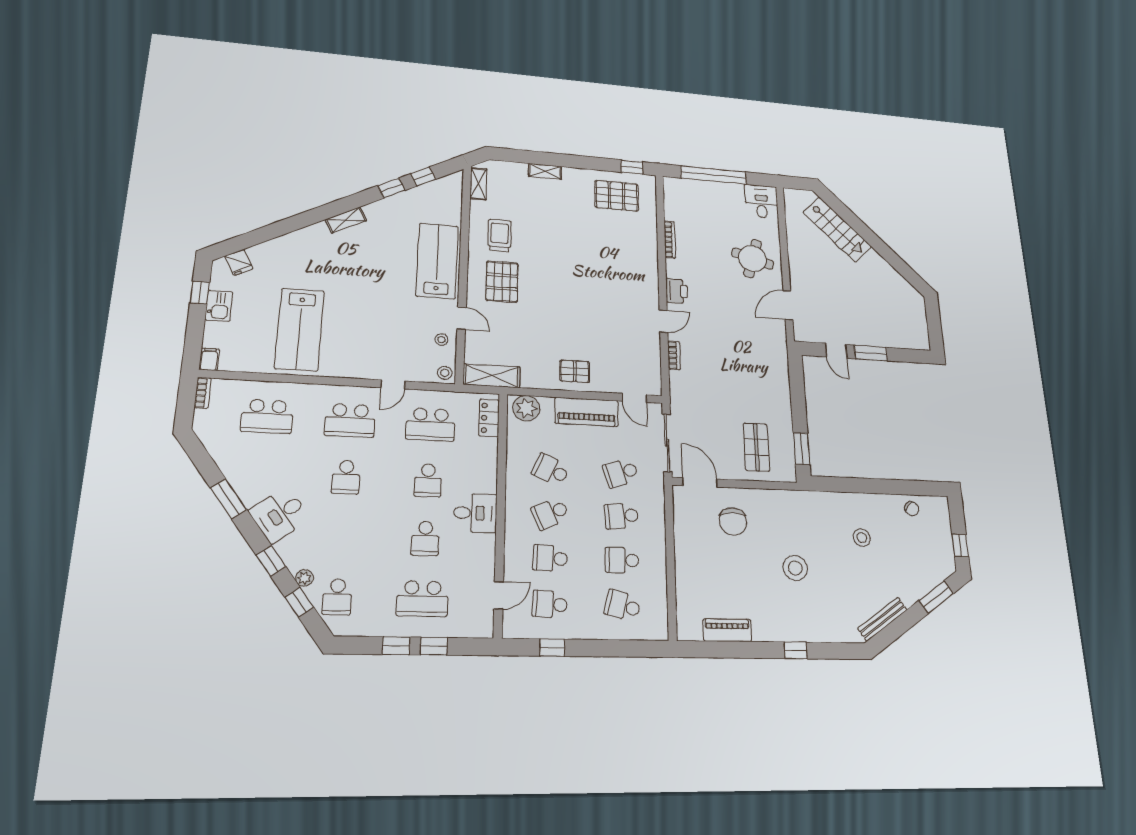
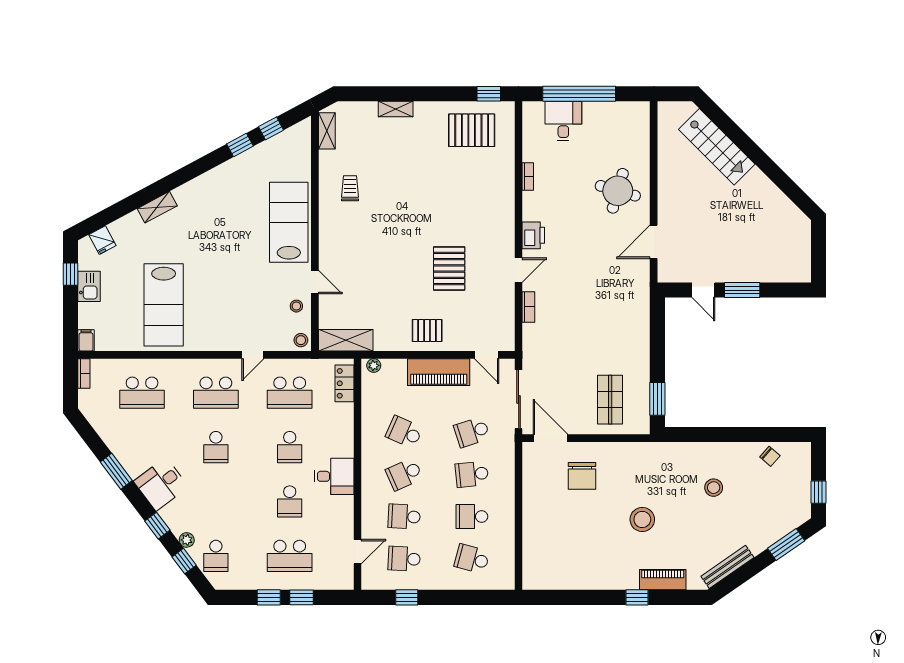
desk: (761, 201) -> (563, 121), moved
shelving: (346, 220) -> (157, 207), moved
trolley: (500, 235) -> (350, 188), width x0.73, depth x0.72
bookcase: (670, 239) -> (528, 176), width x0.64
pallet: (502, 282) -> (449, 268), moved
plant: (526, 408) -> (374, 365), width x0.53, depth x0.53
piano: (727, 630) -> (663, 580), moved

